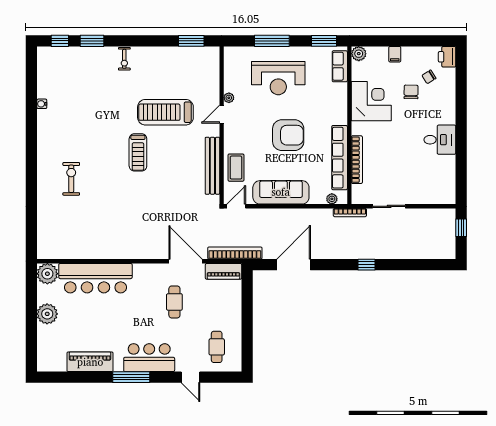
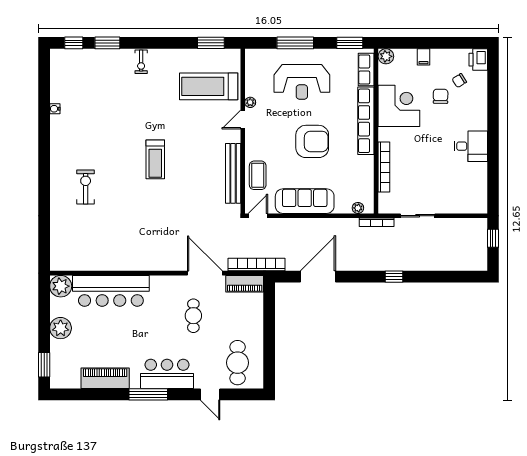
treadmill: (165, 112) -> (209, 86), moved
row of seats: (340, 158) -> (366, 121), moved
cafe table: (217, 347) -> (238, 363), width x1.37, depth x1.35
window: (31, 349) -> (44, 365), added

